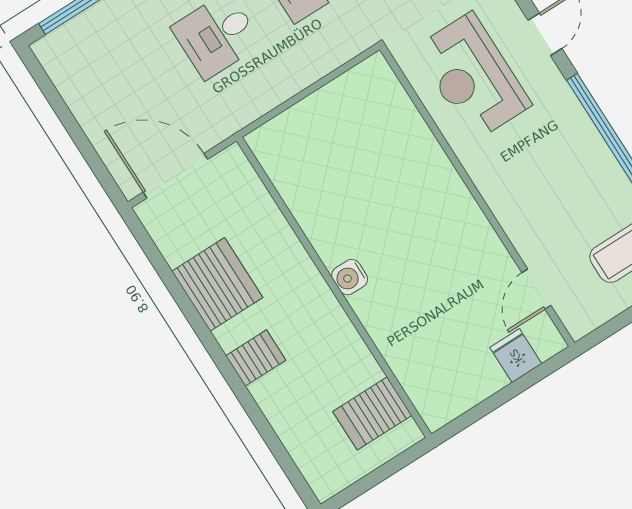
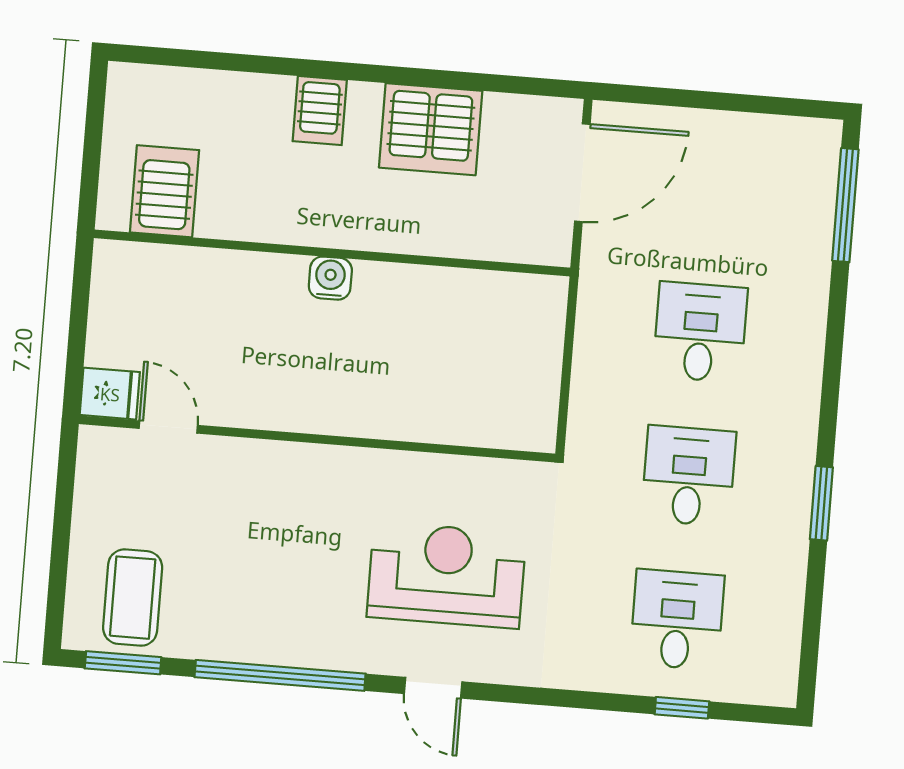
wall: (477, 196) -> (317, 439), moved
door: (536, 289) -> (168, 427), moved

